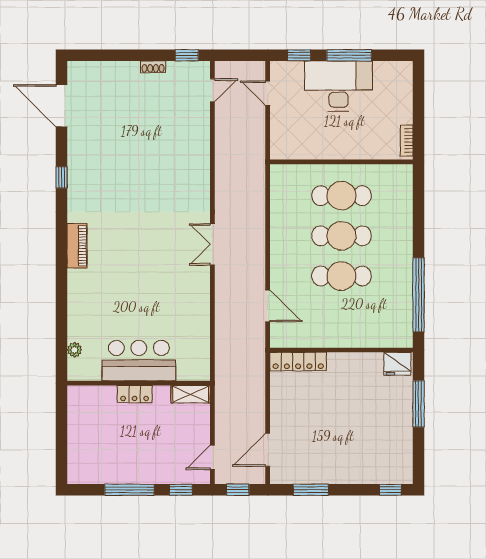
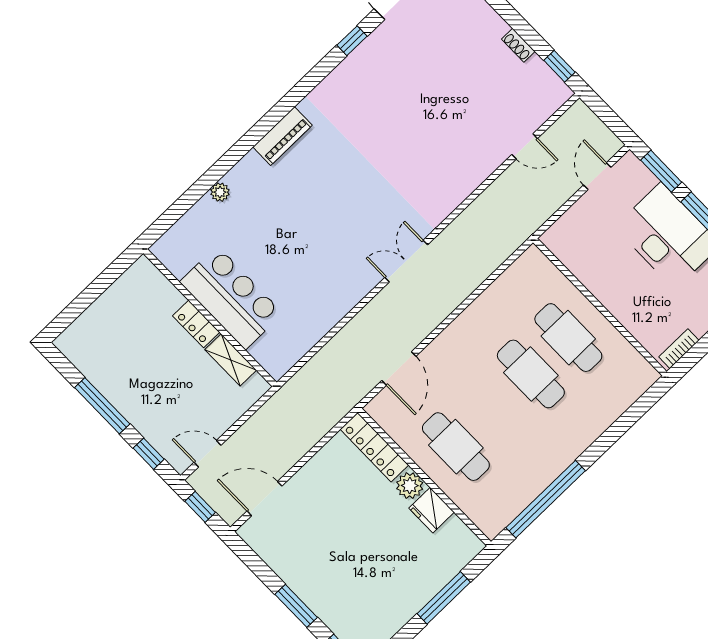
window: (299, 55) -> (661, 171), width x1.50
door: (212, 90) -> (525, 146), moved
window: (62, 177) -> (352, 41), moved
cafe table: (341, 276) -> (456, 447), moved
plant: (74, 350) -> (220, 192), moved
plant: (338, 363) -> (410, 486), added
fridge: (397, 364) -> (431, 510), moved
shelving: (191, 394) -> (231, 360), moved
window: (311, 490) -> (296, 606), moved

